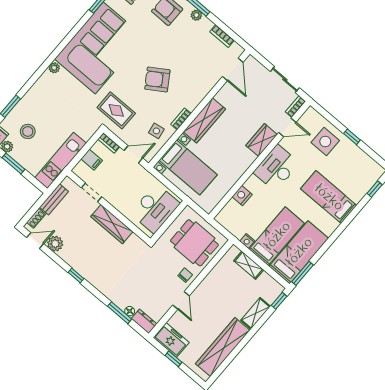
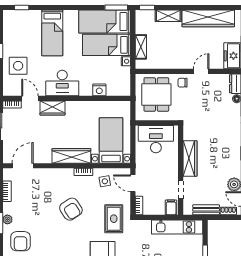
filing cabinet: (92, 160) -> (171, 207), moved

